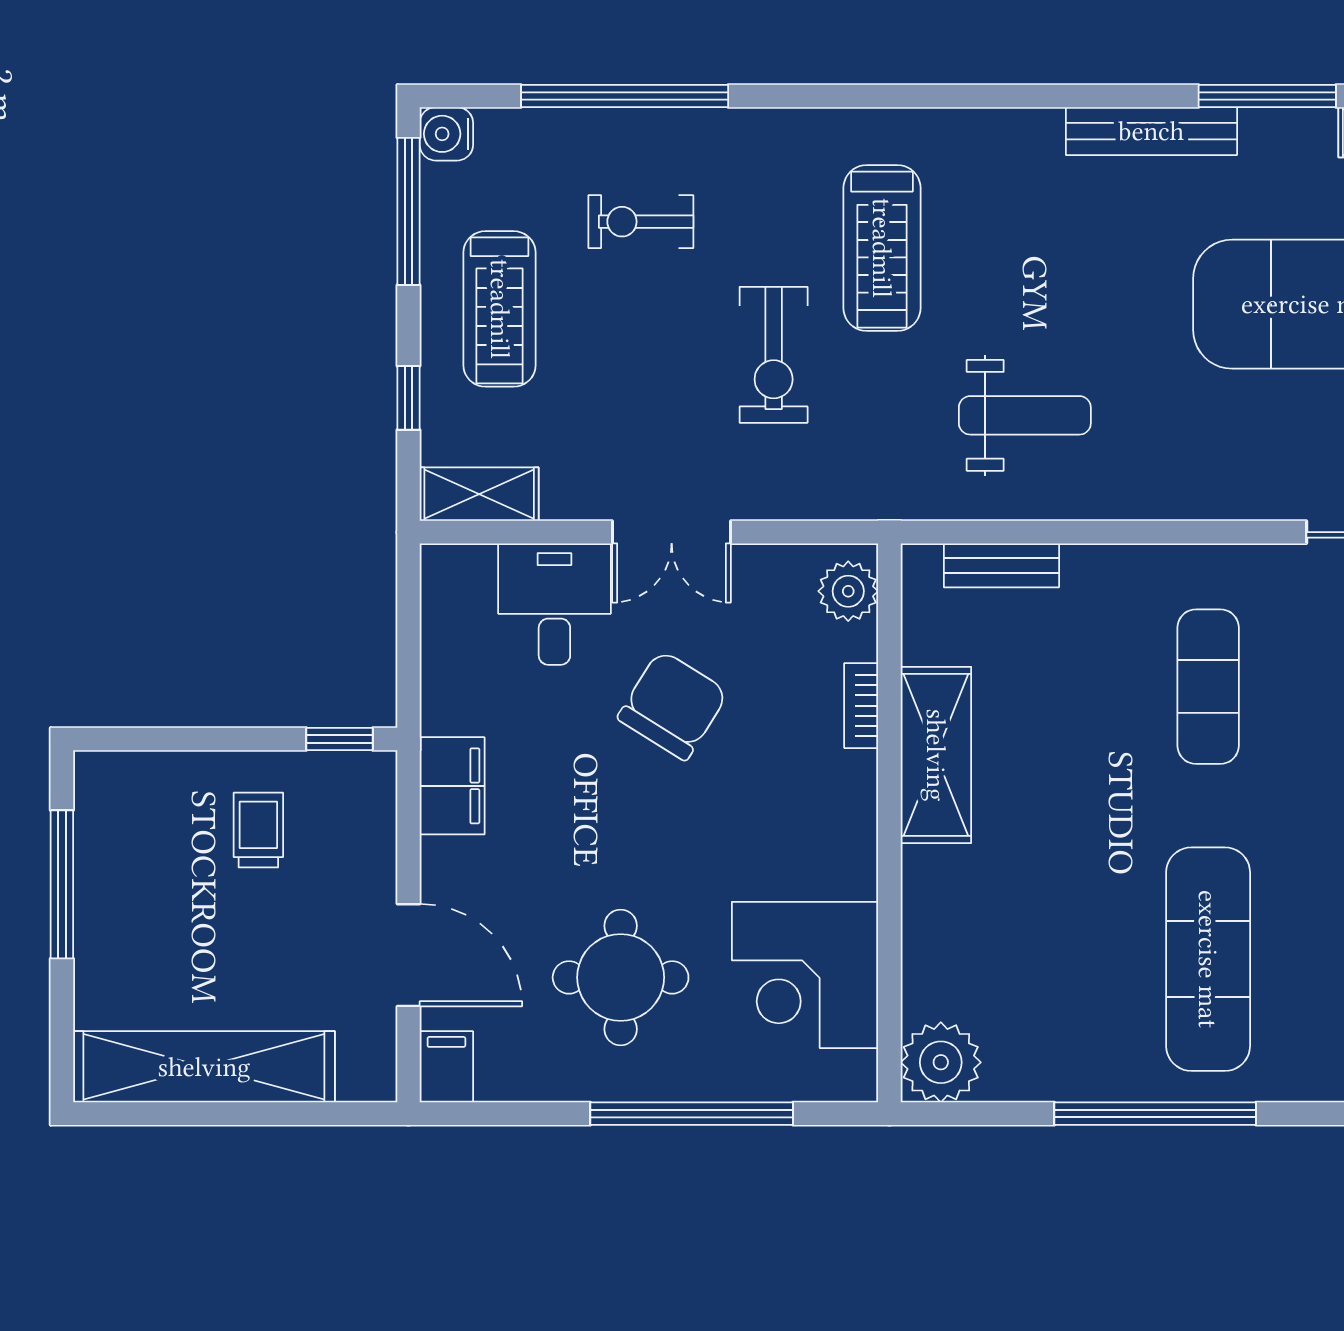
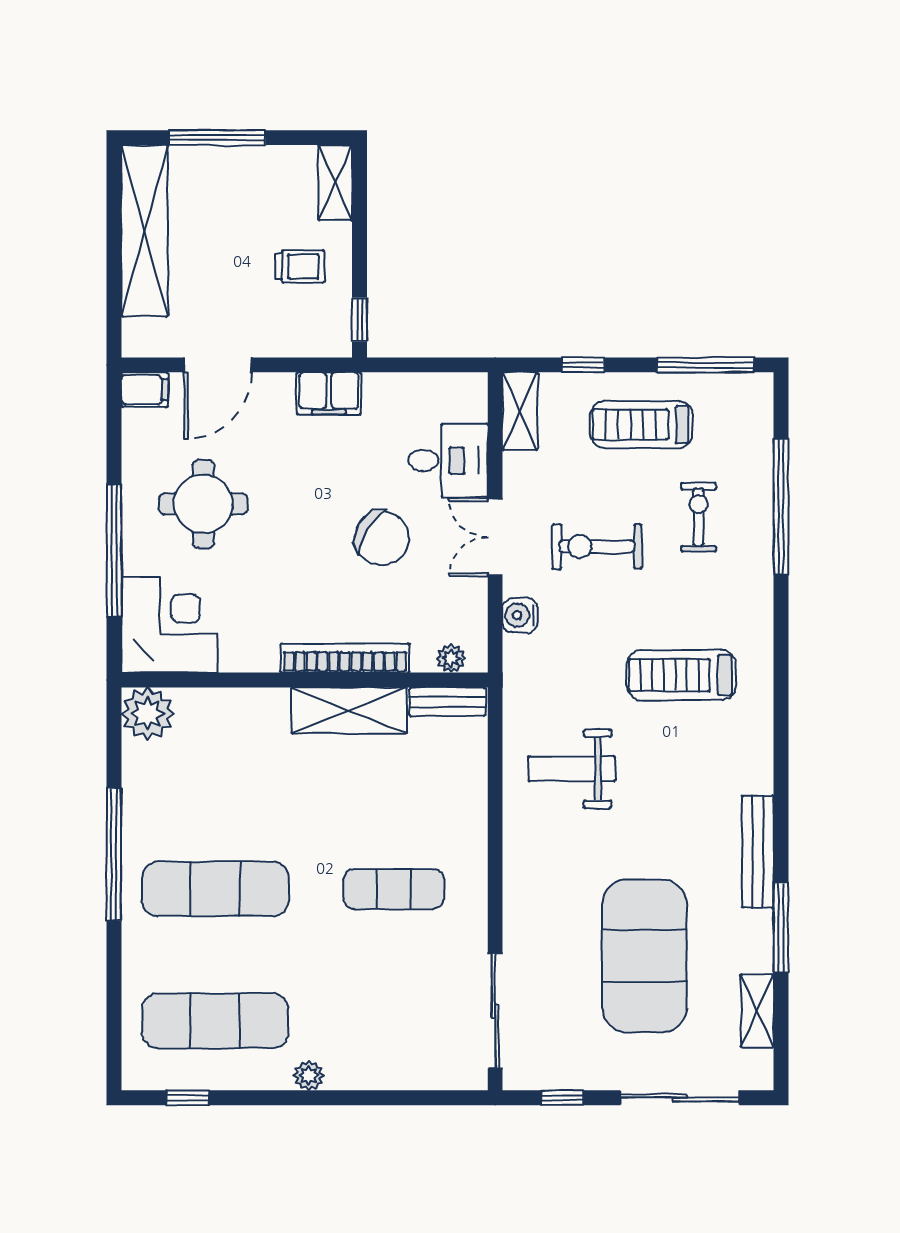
water cooler: (446, 134) -> (520, 615), moved, turned -90
exercise bike: (774, 355) -> (597, 547), moved
weight bench: (1025, 415) -> (572, 769), turned 90
bench: (1001, 565) -> (448, 702), moved, turned 90
plant: (848, 591) -> (451, 658), width x0.73, depth x0.73
bookcase: (861, 706) -> (345, 658), width x2.31, depth x1.31
shelving: (130, 776) -> (335, 183), added
window: (62, 884) -> (217, 138), moved
corner desk: (805, 975) -> (169, 625), moved, turned 90

